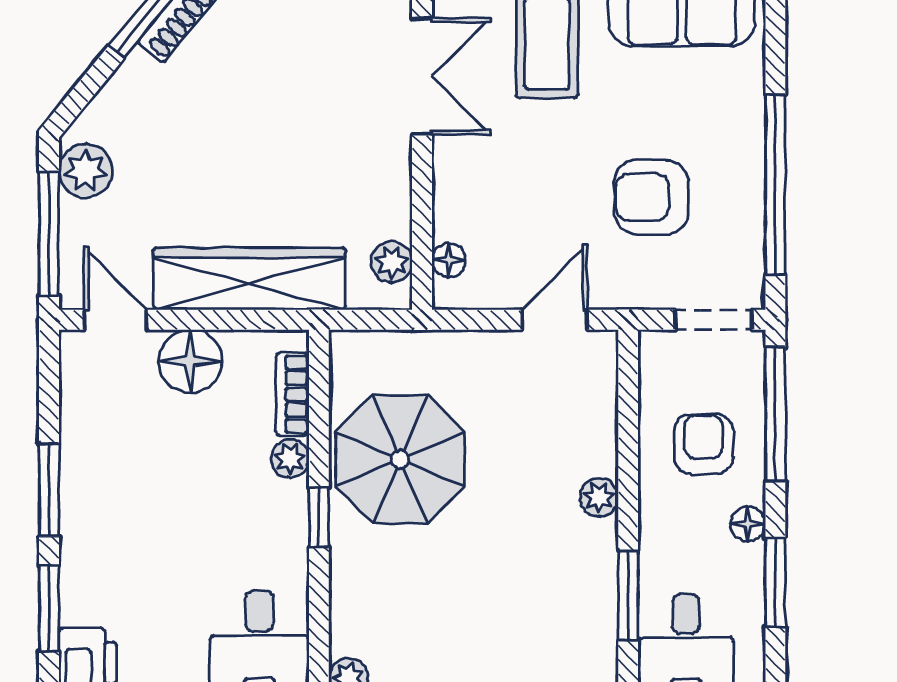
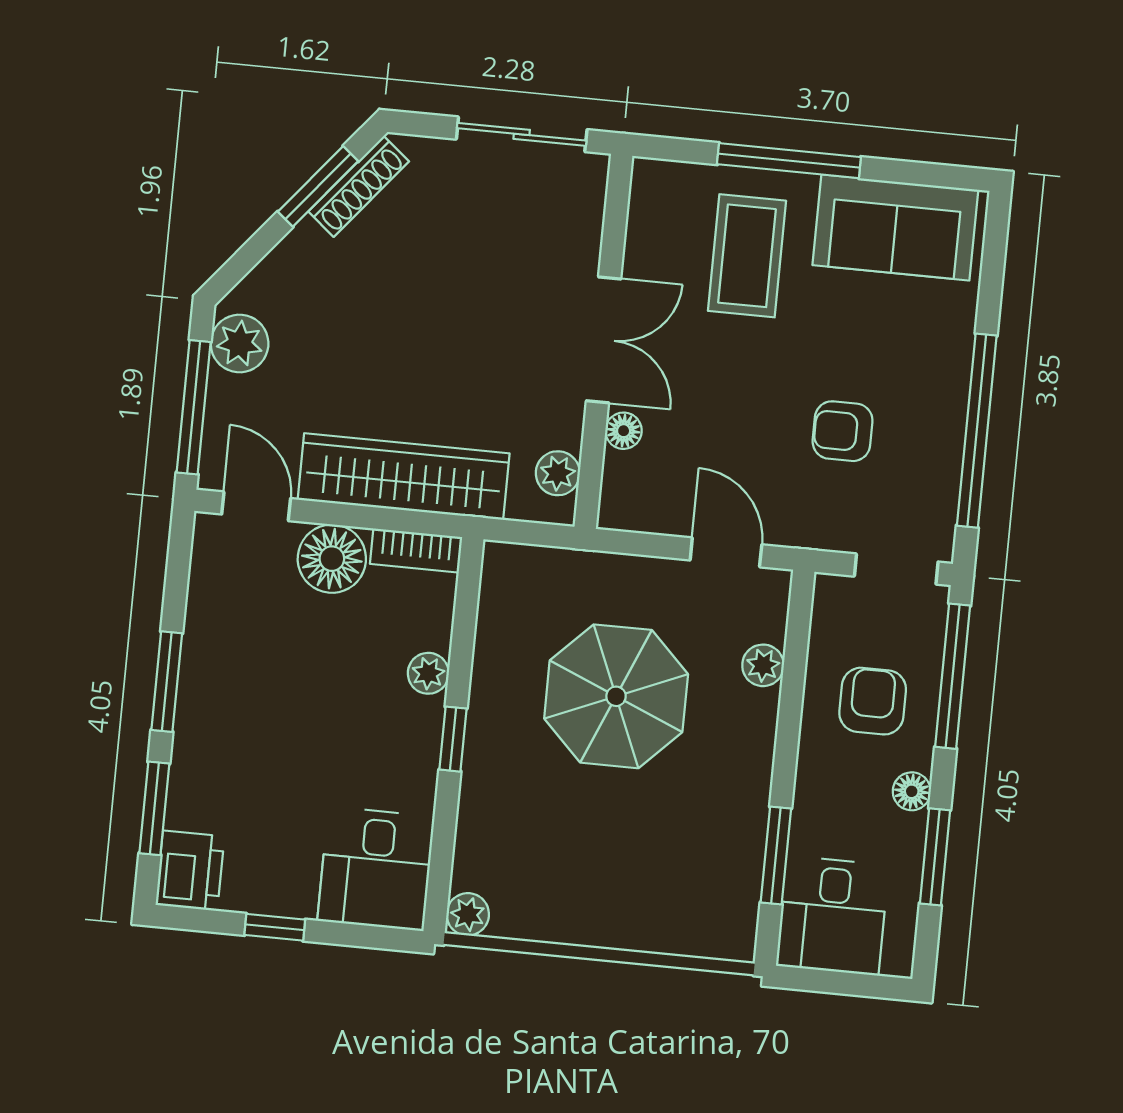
double door: (422, 76) -> (604, 340), moved
armchair: (651, 197) -> (843, 431), width x0.72, depth x0.72
floor lamp: (449, 260) -> (624, 431), moved
door: (554, 320) -> (726, 552), hinge flipped
bookcase: (292, 394) -> (416, 551), moved, turned -90
parasol: (400, 459) -> (616, 696), moved
plant: (599, 497) -> (763, 665), moved

